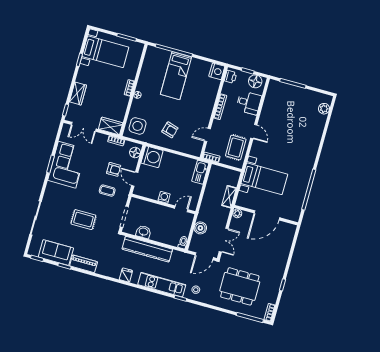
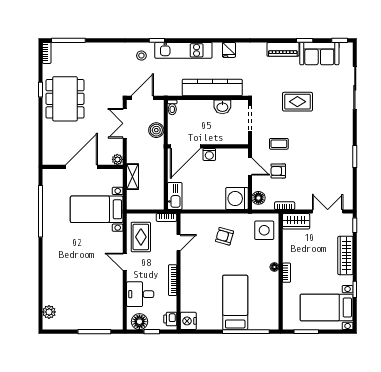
wardrobe: (78, 94) -> (345, 255), width x1.50
corner sofa: (67, 165) -> (335, 161), removed
door: (181, 209) -> (185, 146), width x1.88
dining table: (240, 286) -> (65, 99), moved, turned 90

